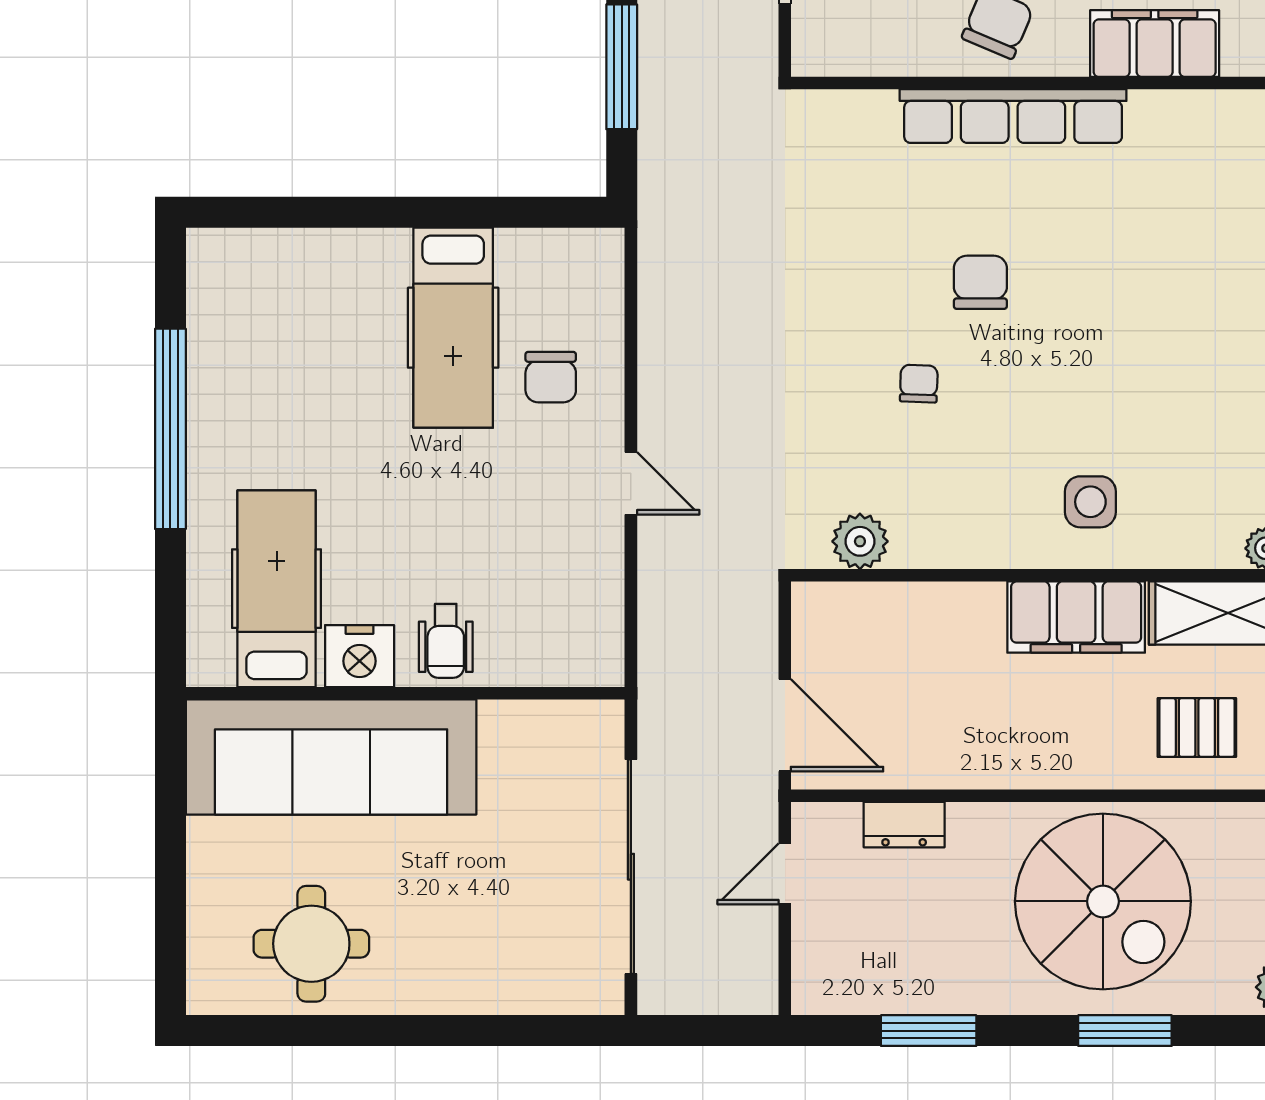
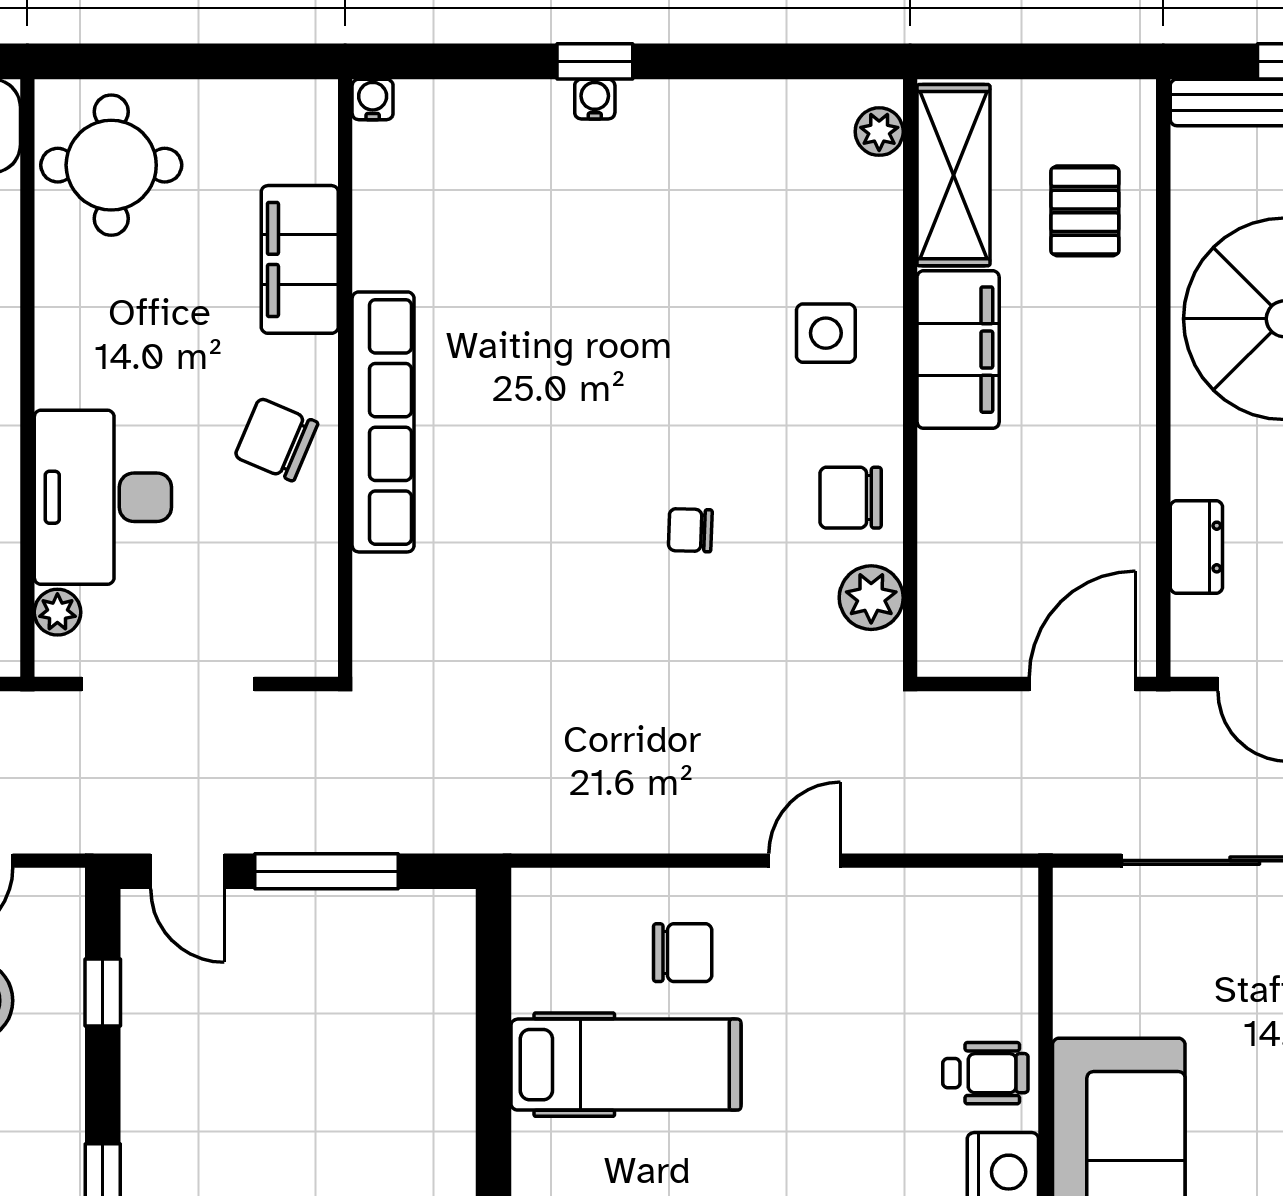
chair: (980, 282) -> (851, 498), moved

